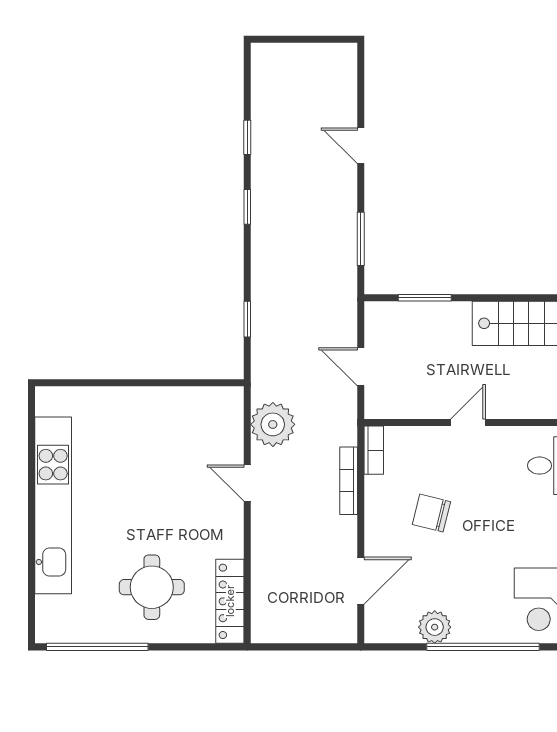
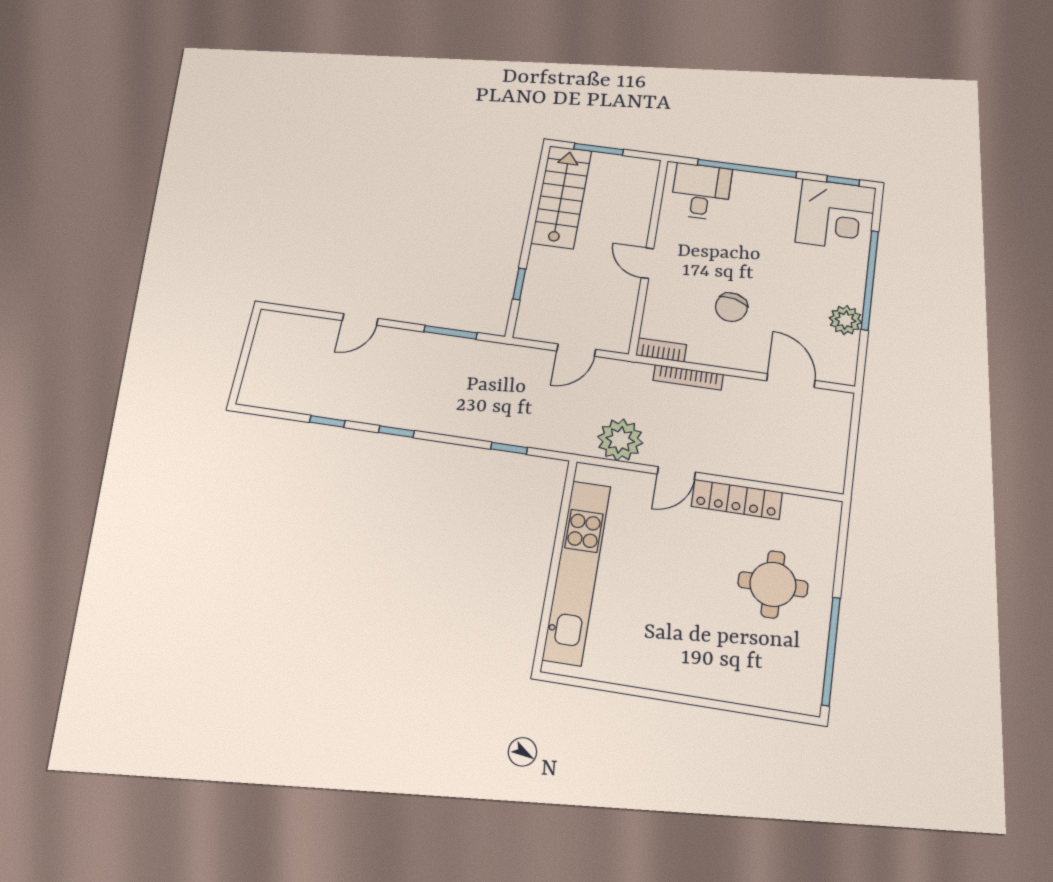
window: (425, 298) -> (519, 284), width x0.67
kitchen unit: (53, 505) -> (577, 572), moved, turned 90
locker: (230, 601) -> (737, 499), moved

